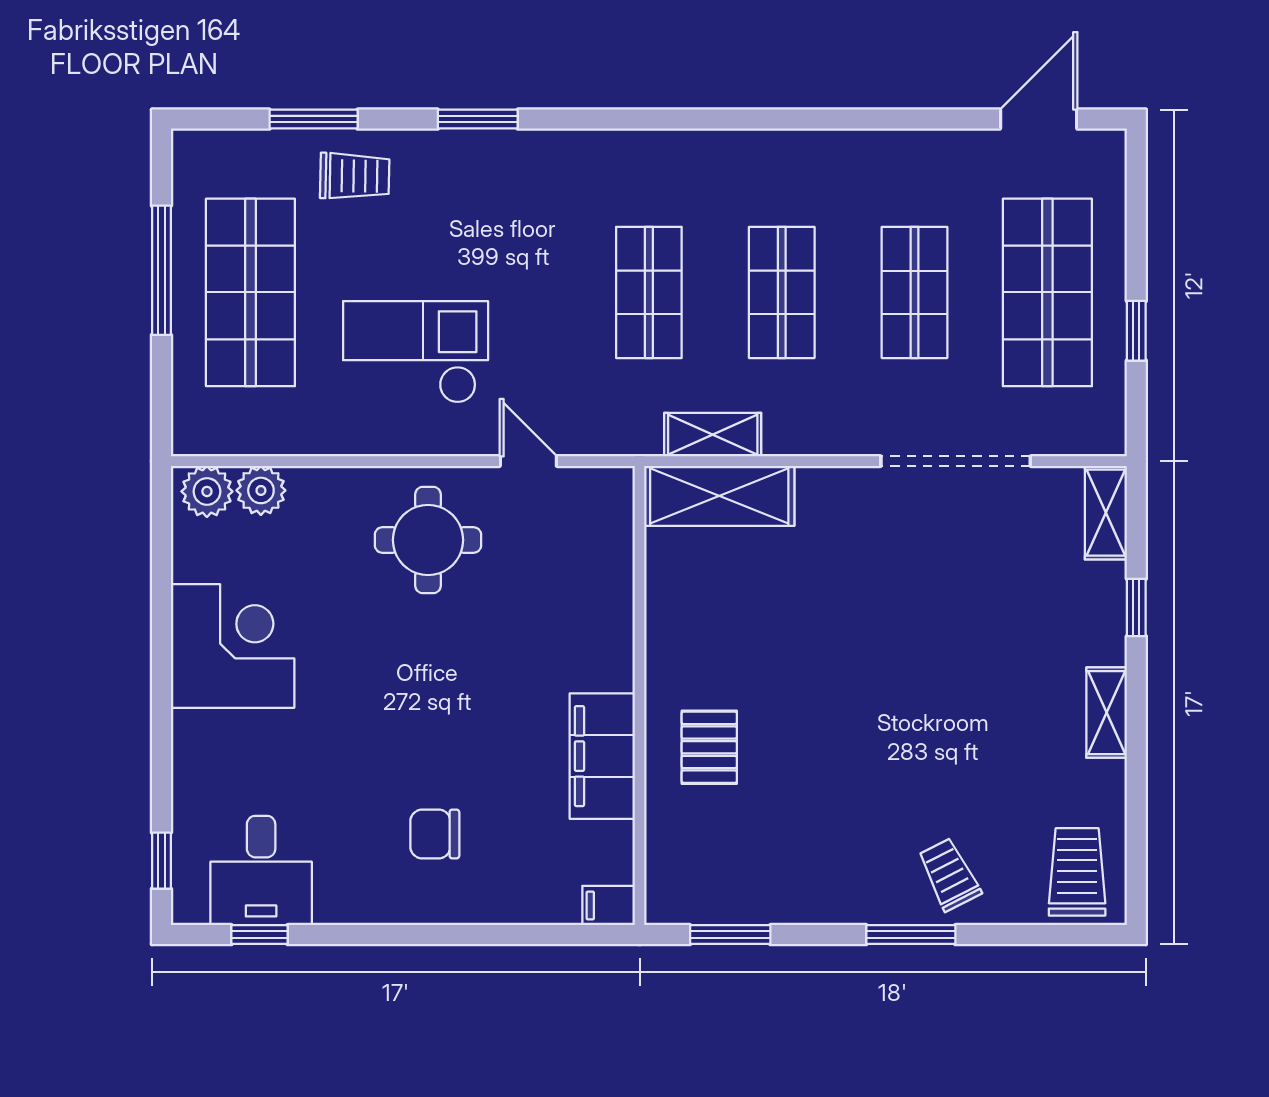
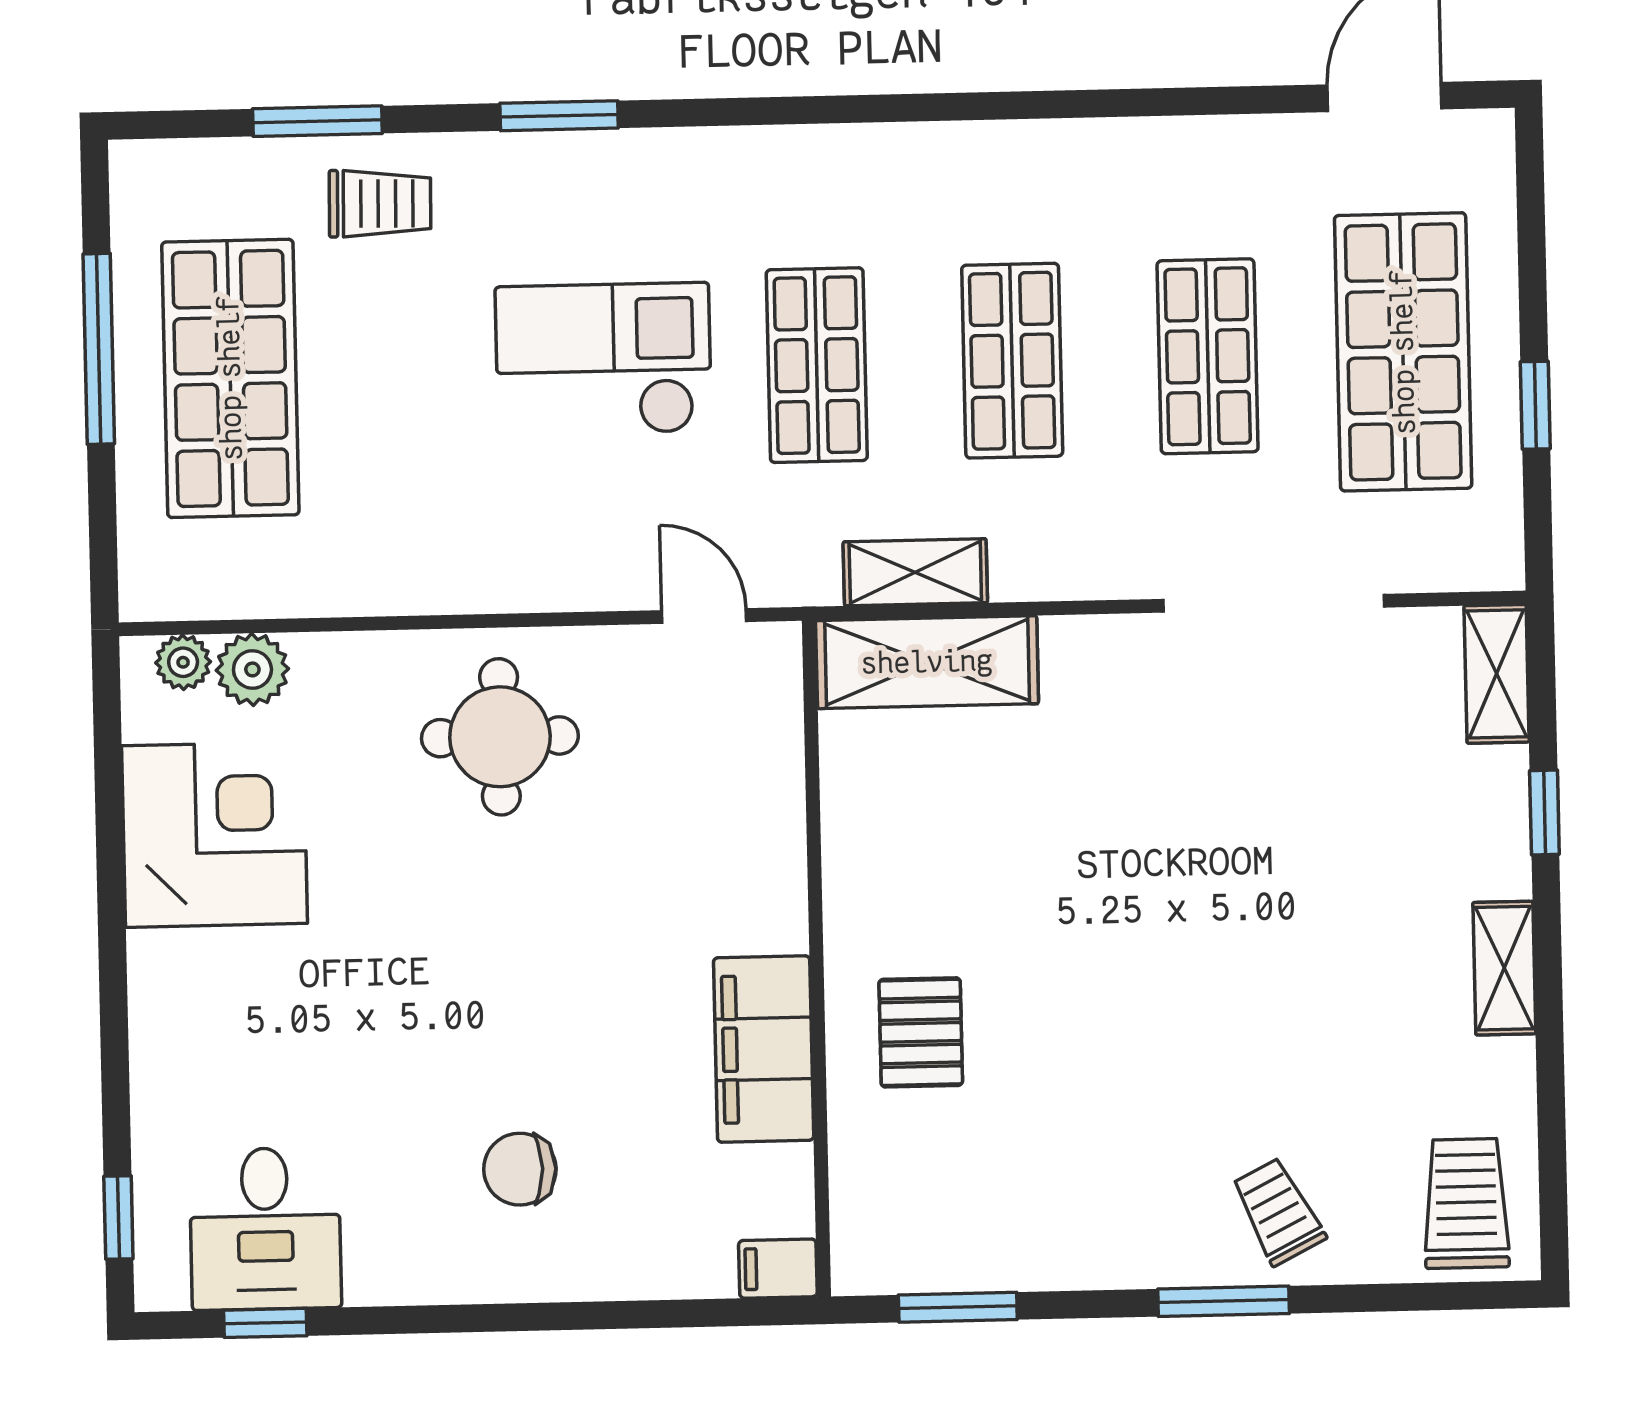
checkout: (416, 352) -> (603, 359), moved
door: (528, 461) -> (704, 616), moved
plant: (207, 491) -> (183, 662), width x0.73, depth x0.73
corner desk: (233, 646) -> (214, 835), moved

